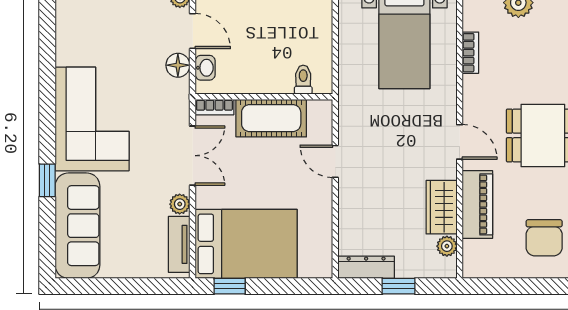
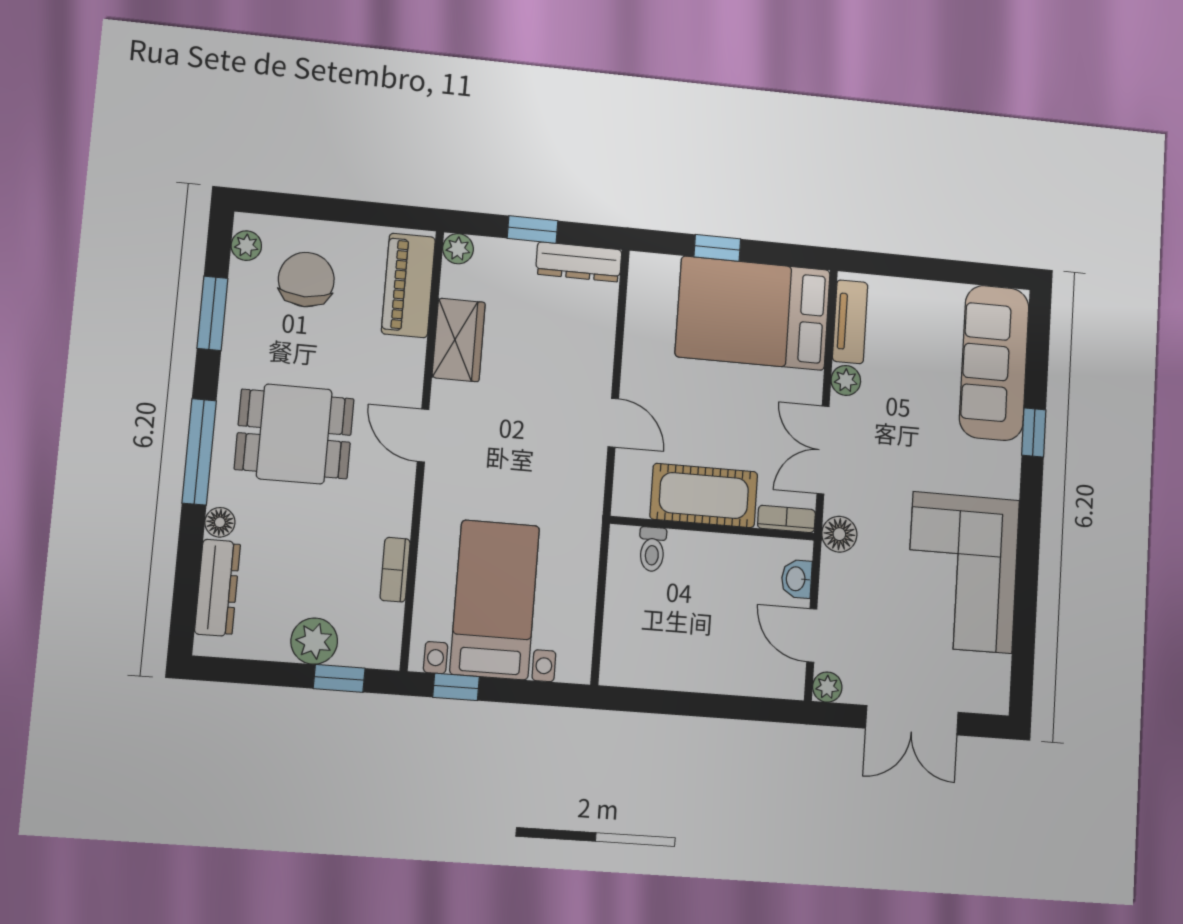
floor lamp: (178, 65) -> (839, 534), moved
corner sofa: (92, 119) -> (962, 572), moved
piano: (477, 204) -> (408, 285), moved
plant: (447, 246) -> (458, 249), moved
window: (230, 286) -> (717, 248), moved

